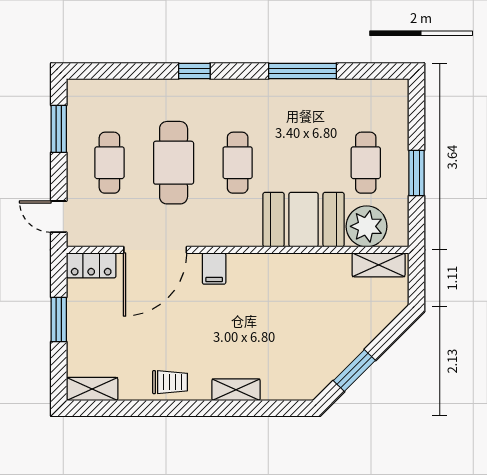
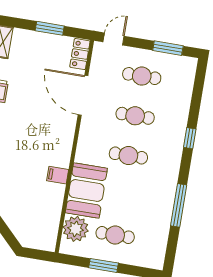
cafe table: (174, 163) -> (135, 116), width x0.73, depth x0.74
shelving: (379, 265) -> (50, 232), removed
filing cabinet: (214, 269) -> (58, 175), moved

